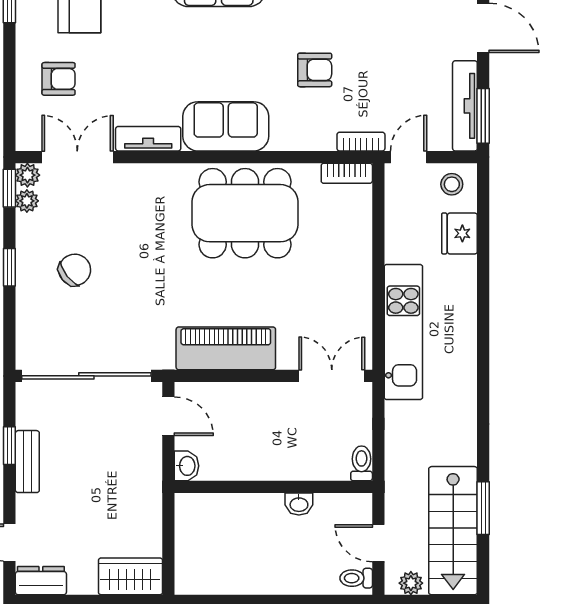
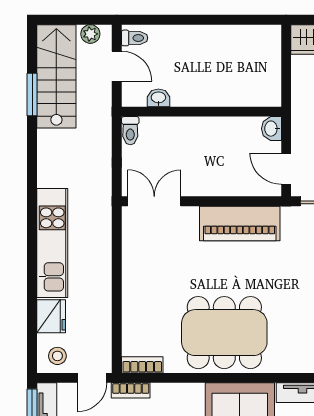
kitchen unit: (403, 332) -> (52, 243), moved, turned 180
double door: (332, 376) -> (154, 201), swing flipped
washbasin: (299, 504) -> (158, 98), moved

